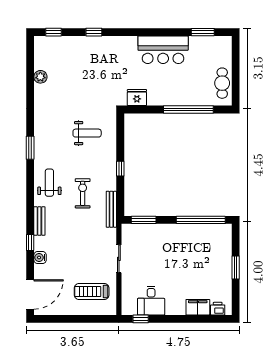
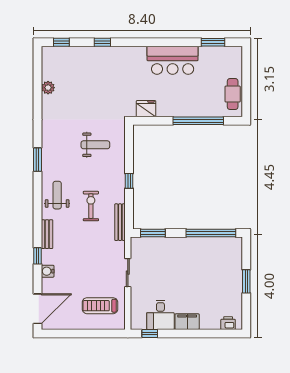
filing cabinet: (198, 307) -> (187, 322), moved

